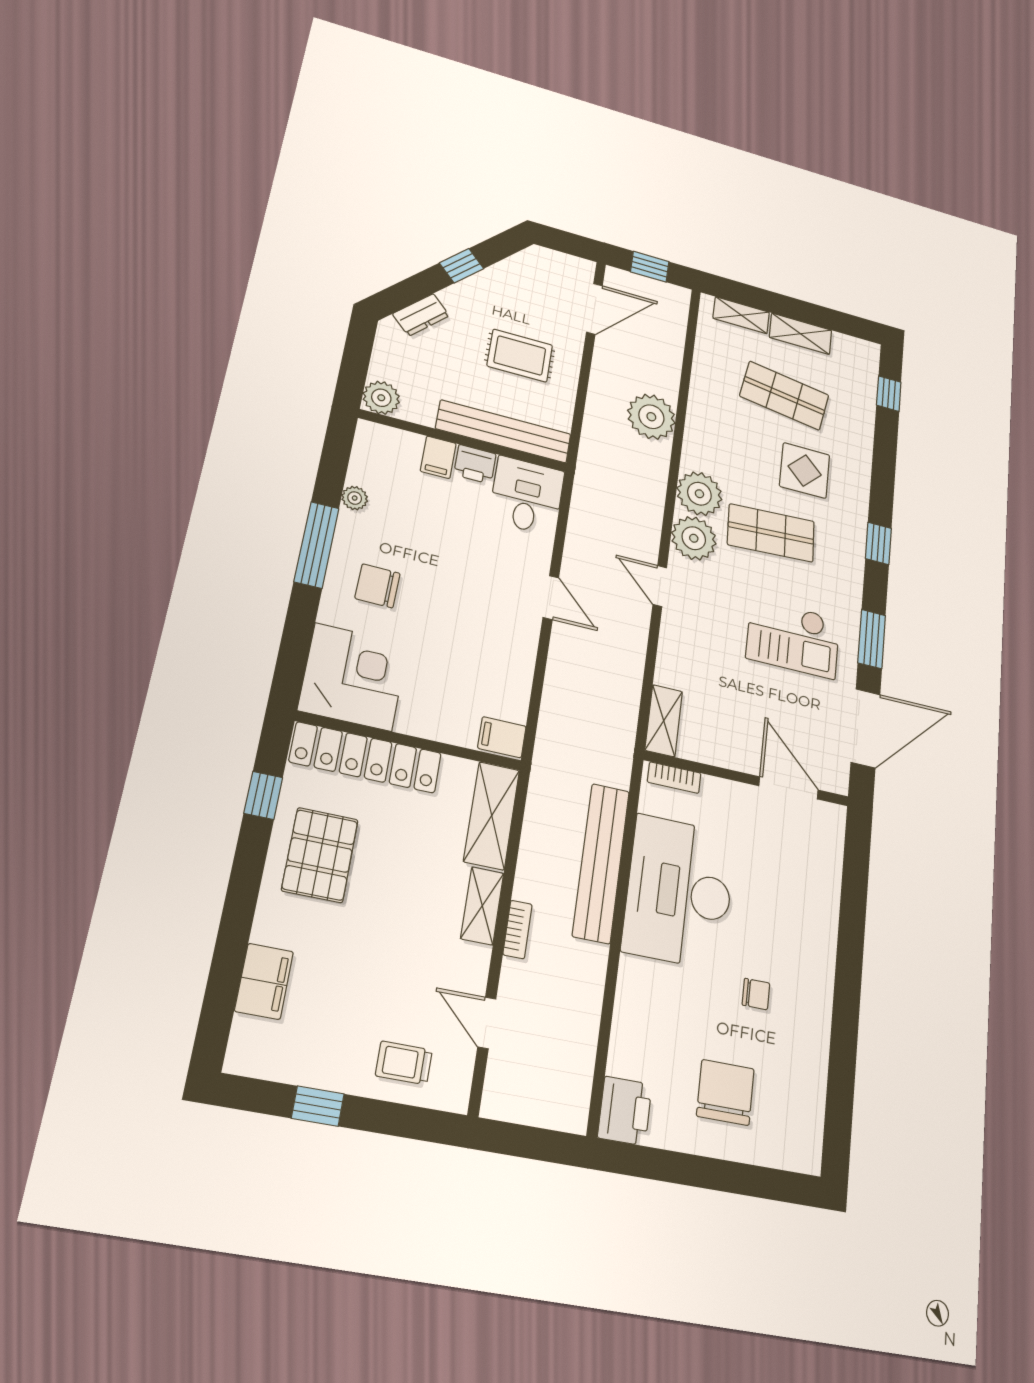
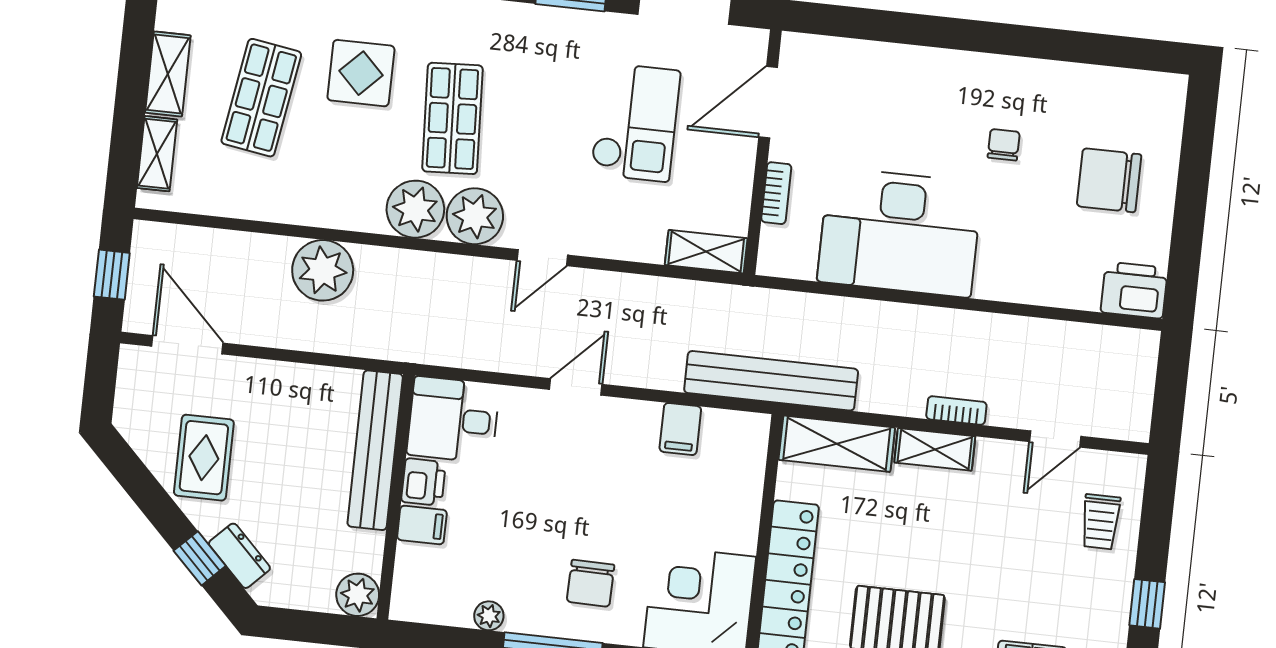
window: (462, 266) -> (200, 558), moved
rug: (520, 356) -> (204, 458), moved
checkout: (793, 638) -> (635, 122), moved
filing cabinet: (502, 737) -> (680, 429), moved
bookcase: (674, 778) -> (776, 193), moved
bench: (601, 863) -> (771, 381), moved

